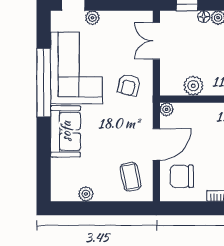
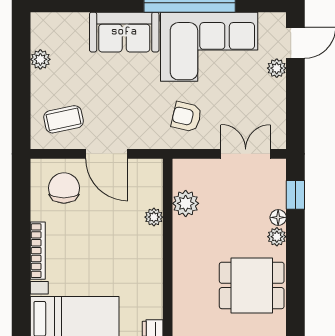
plant: (167, 109) -> (154, 217), moved

